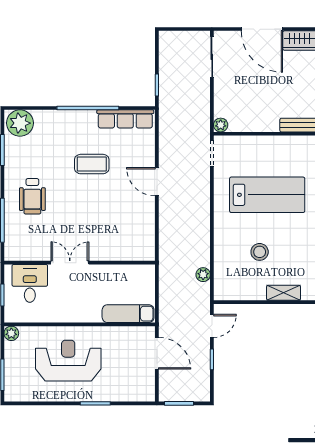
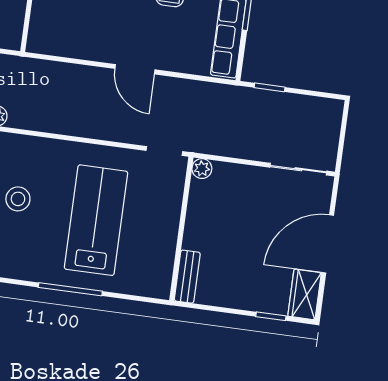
door: (157, 182) -> (135, 69), swing flipped
lab bench: (267, 195) -> (96, 220), turned 180

